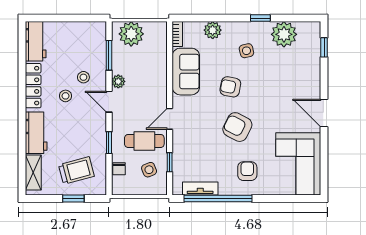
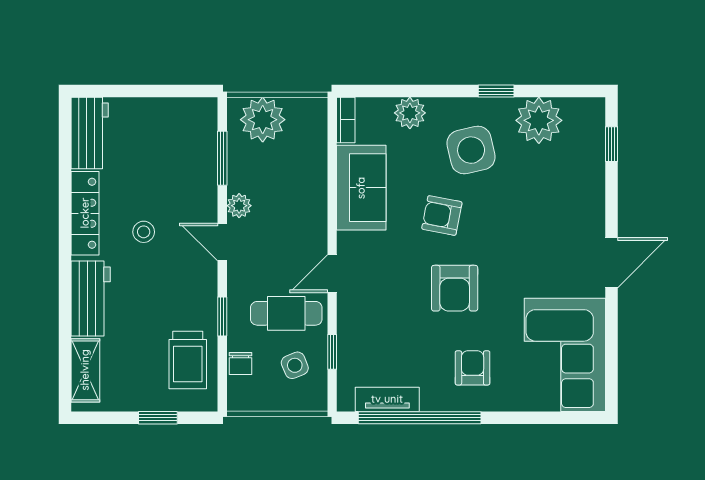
side table: (246, 51) -> (471, 150), width x1.87, depth x1.87
stool: (83, 77) -> (176, 198), removed
door: (324, 113) -> (611, 263), swing flipped
armchair: (237, 127) -> (455, 288), turned -117
trolley: (76, 171) -> (188, 360), moved, turned 105

